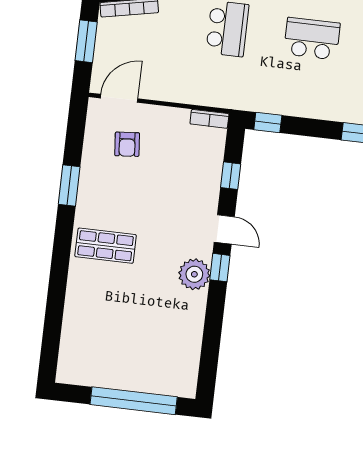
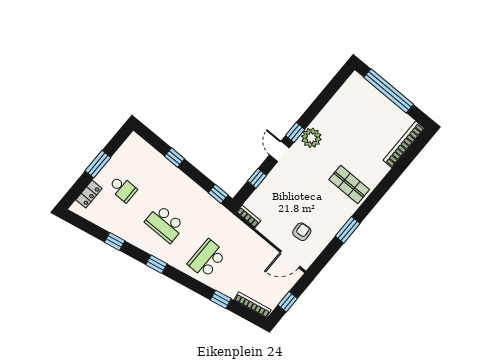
window: (86, 41) -> (288, 302), width x0.67
bookcase: (69, 344) -> (404, 144), added

